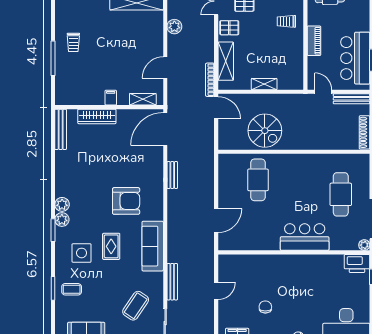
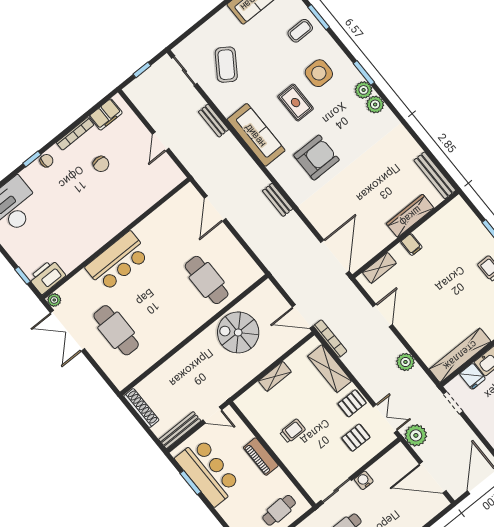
trolley: (286, 21) -> (293, 431), moved
bench: (172, 175) -> (278, 200), moved
armchair: (126, 201) -> (316, 158), turned 180
bench: (172, 282) -> (214, 121), width x0.73

